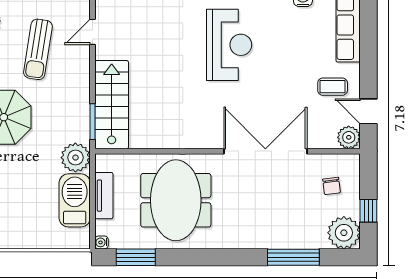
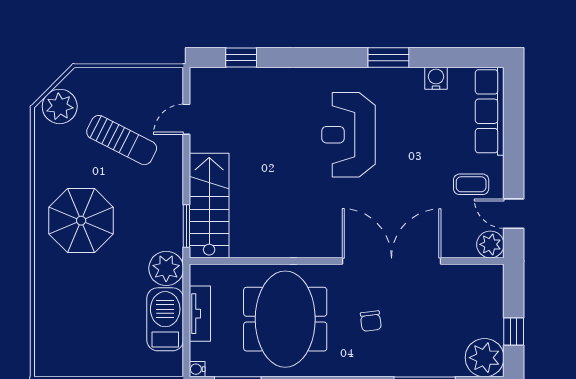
reception desk: (229, 45) -> (348, 135), turned 180
sun lounger: (38, 49) -> (122, 140), turned -72
chair: (332, 186) -> (371, 321), moved

